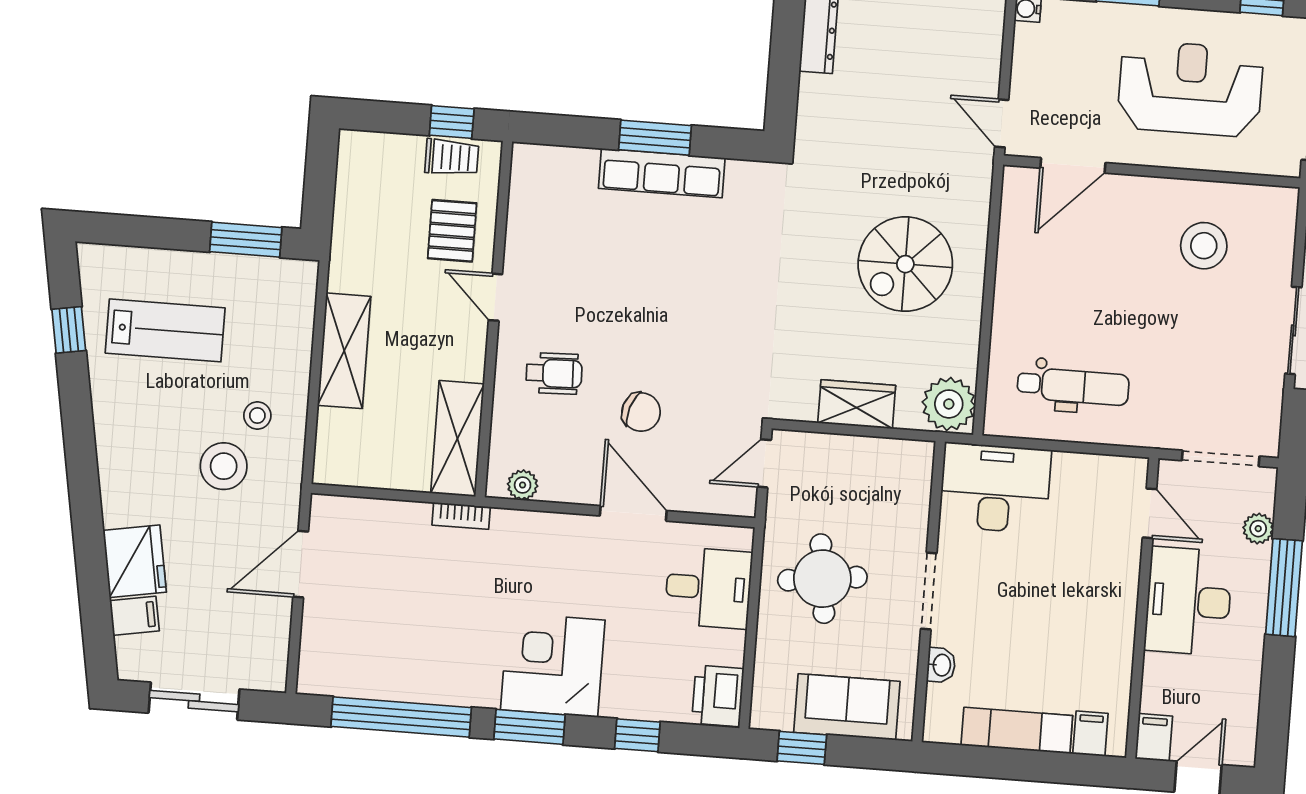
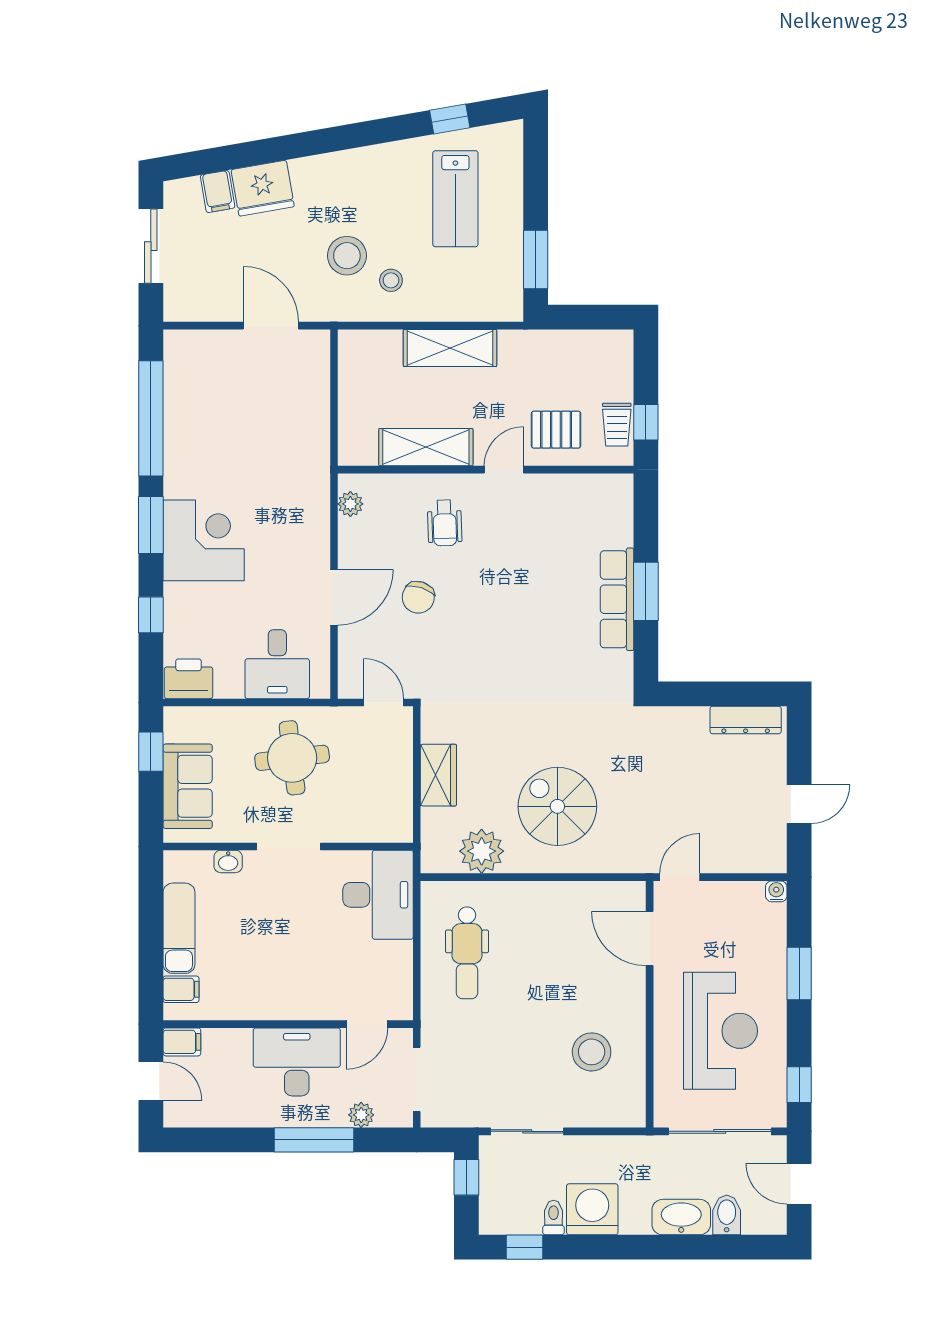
plant: (949, 404) -> (482, 851), moved
shelving: (457, 439) -> (426, 447), moved
bookcase: (461, 516) -> (321, 455), removed

